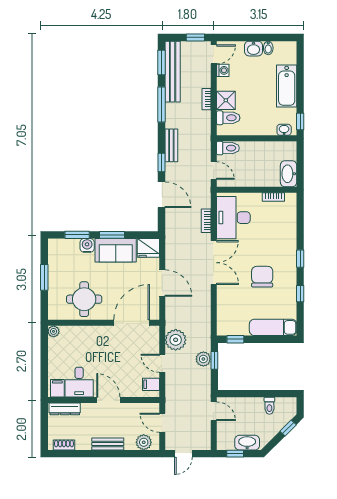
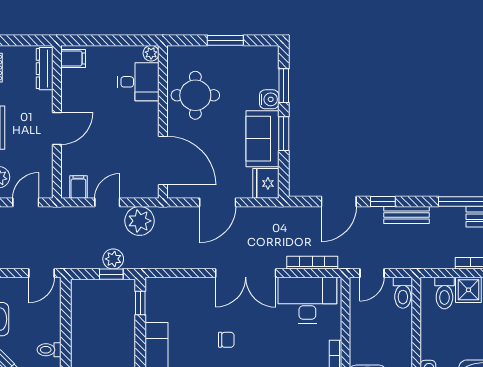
bookcase: (206, 221) -> (312, 263), width x1.56
chair: (262, 277) -> (226, 340), width x0.54, depth x0.54
desk: (79, 382) -> (138, 82), moved, turned 180

